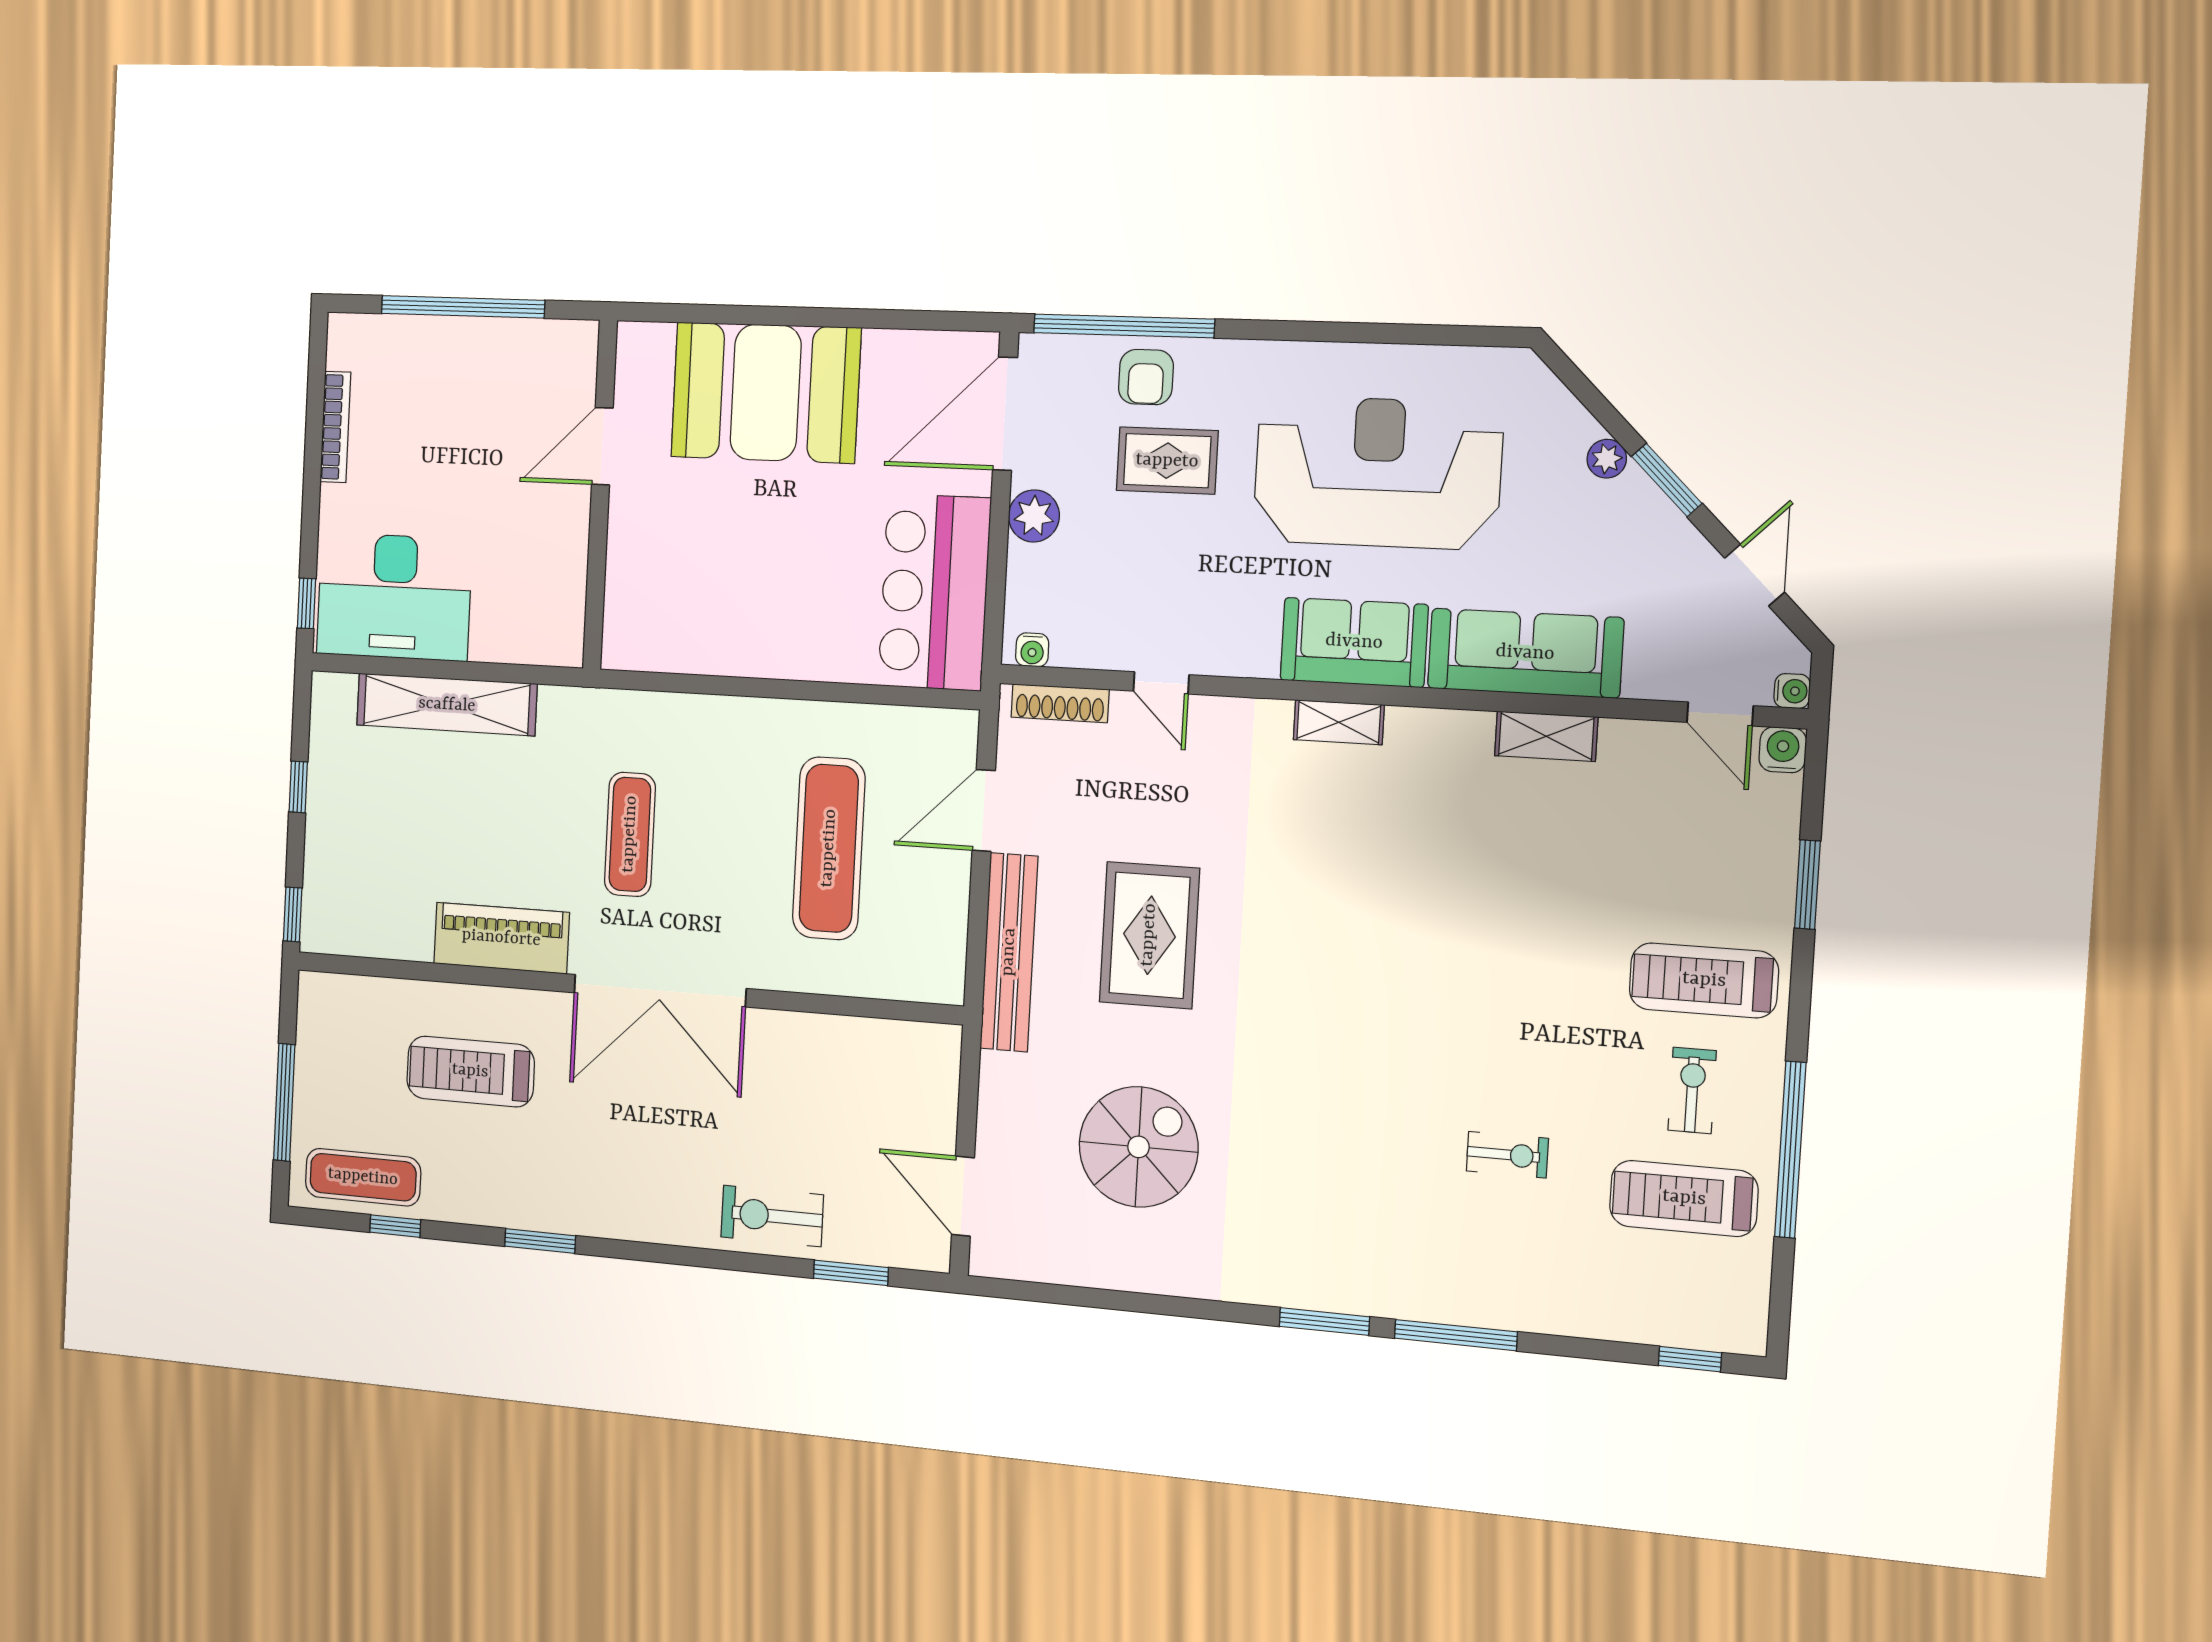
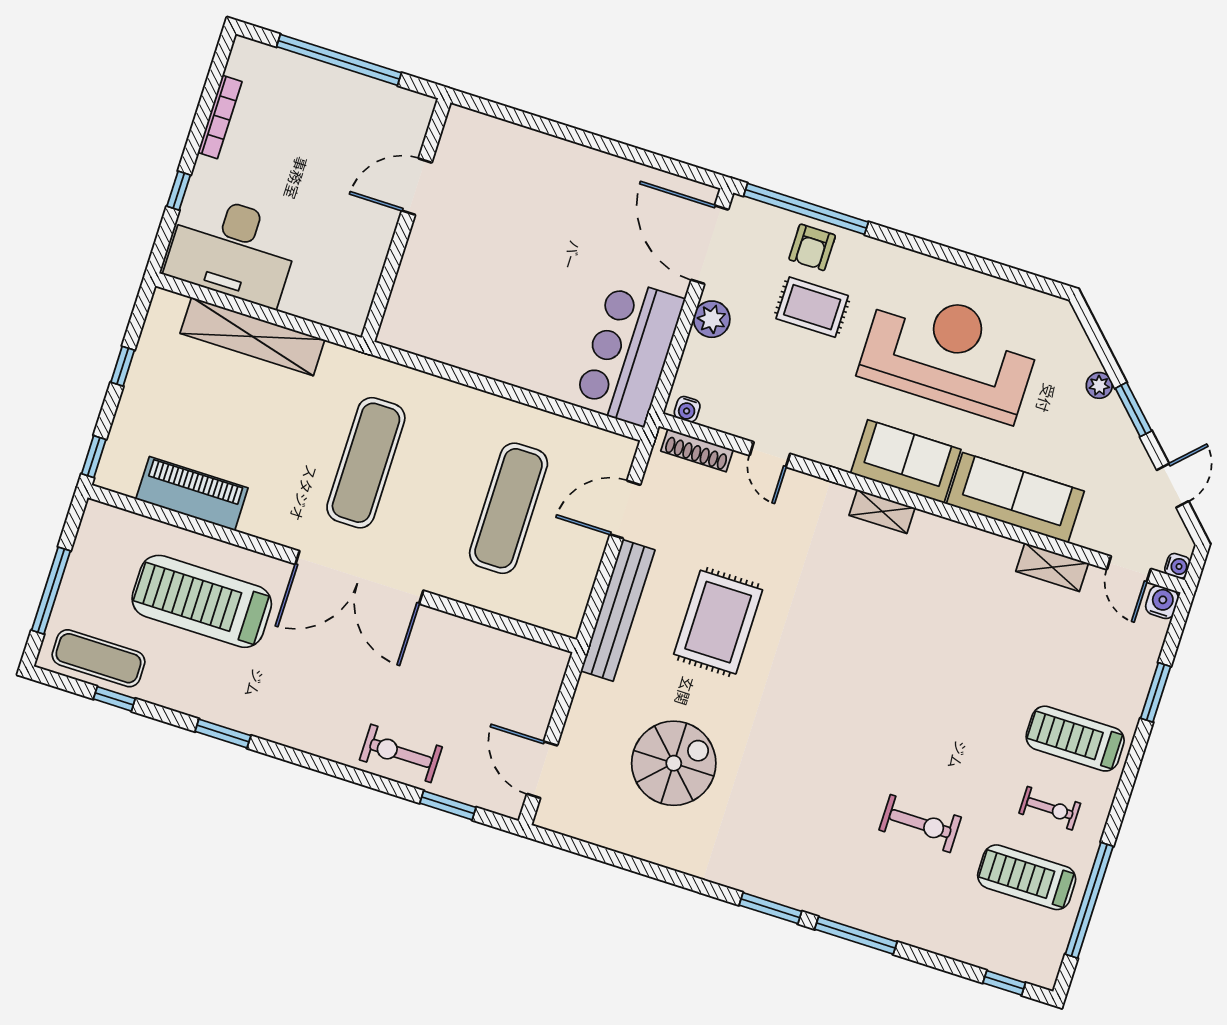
booth: (766, 393) -> (545, 183), removed
door: (1005, 414) -> (710, 245), hinge flipped
window: (306, 603) -> (179, 191), moved
shelving: (1546, 736) -> (1052, 567), moved
exercise mat: (630, 834) -> (366, 463), width x1.36, depth x1.45
piano: (501, 938) -> (192, 494), moved
treadmill: (470, 1071) -> (202, 601), width x1.37, depth x1.38
exercise bike: (1692, 1090) -> (1050, 808), turned 90
window: (1790, 1150) -> (1089, 900), moved
exercise bike: (1507, 1155) -> (920, 824), width x1.38, depth x1.39

